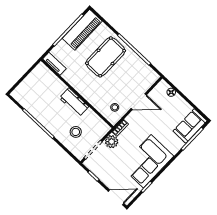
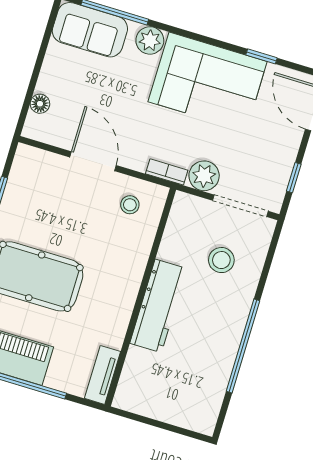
workbench: (74, 102) -> (158, 306), width x1.38
plant: (174, 147) -> (150, 40), added

